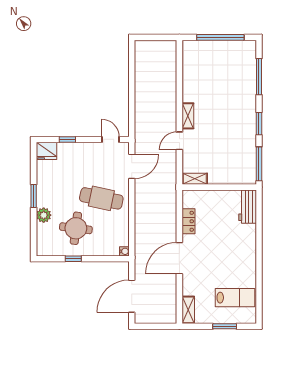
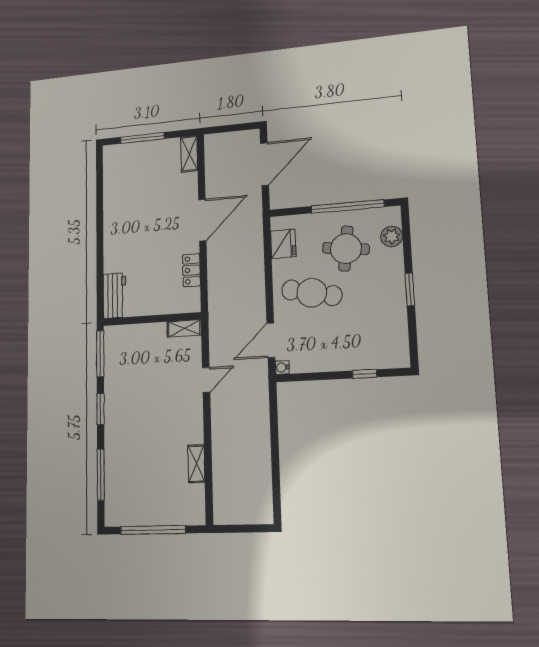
shelving: (188, 116) -> (196, 464), moved
door: (111, 139) -> (302, 377), removed
fridge: (46, 151) -> (283, 244), moved, turned 90
plant: (44, 215) -> (392, 236), moved
water cooler: (124, 251) -> (282, 367), moved
window: (73, 259) -> (347, 206), width x3.17
lab bench: (235, 298) -> (130, 176), removed
window: (225, 326) -> (142, 138), width x1.44

